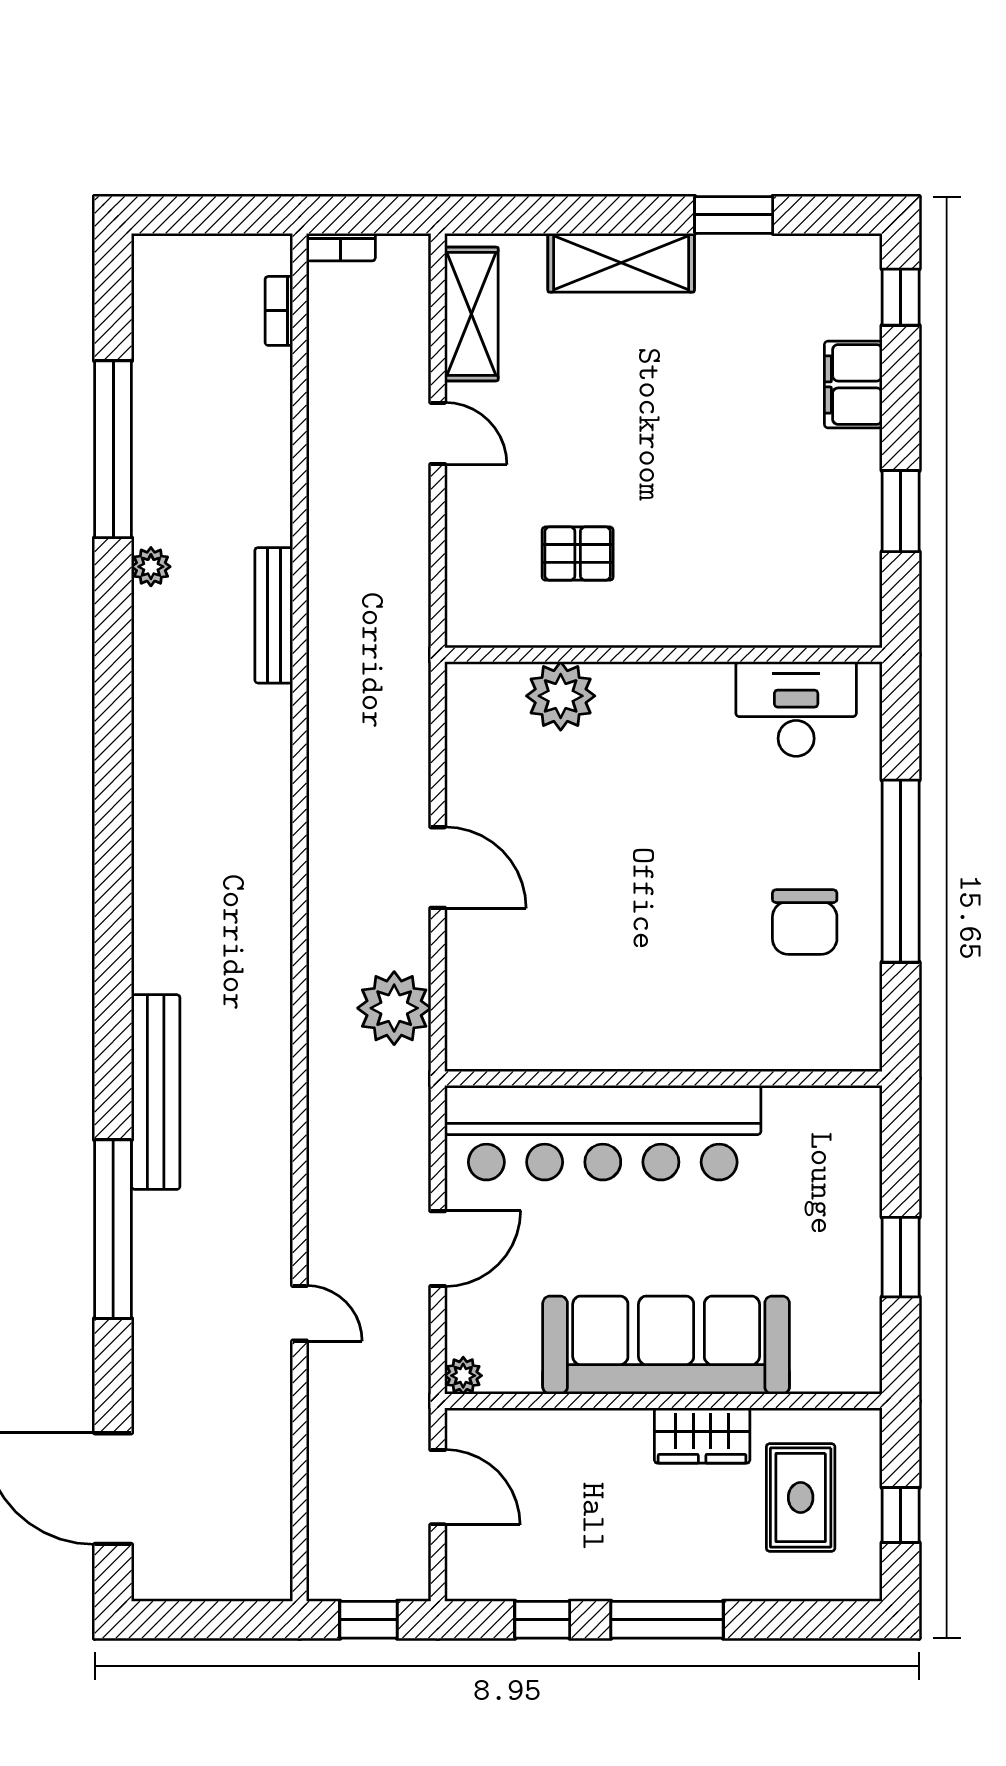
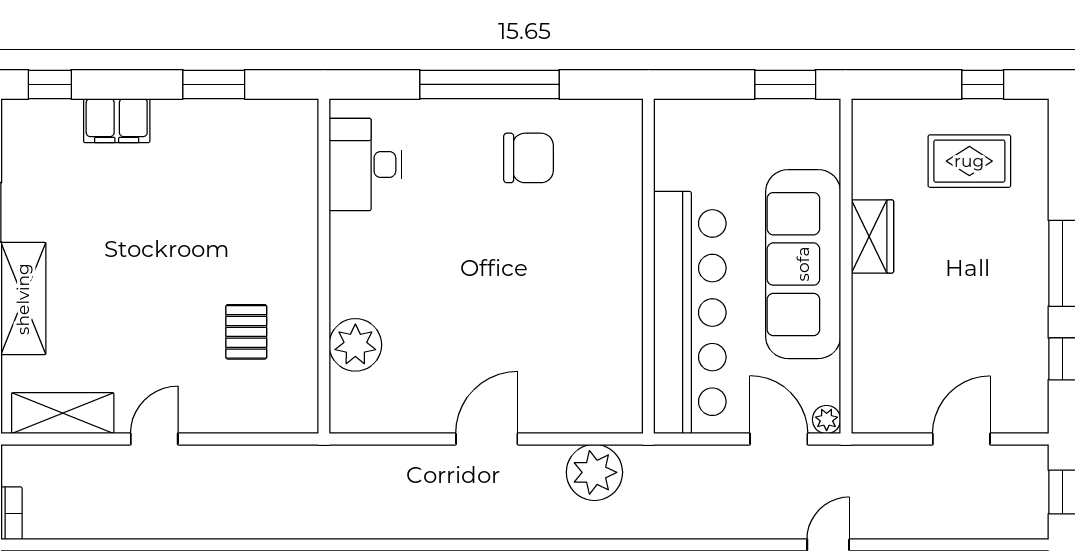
sofa: (666, 1345) -> (803, 264), moved
plant: (463, 1376) -> (827, 420), moved
wall: (663, 1401) -> (846, 266), moved
wardrobe: (702, 1436) -> (872, 236), moved

